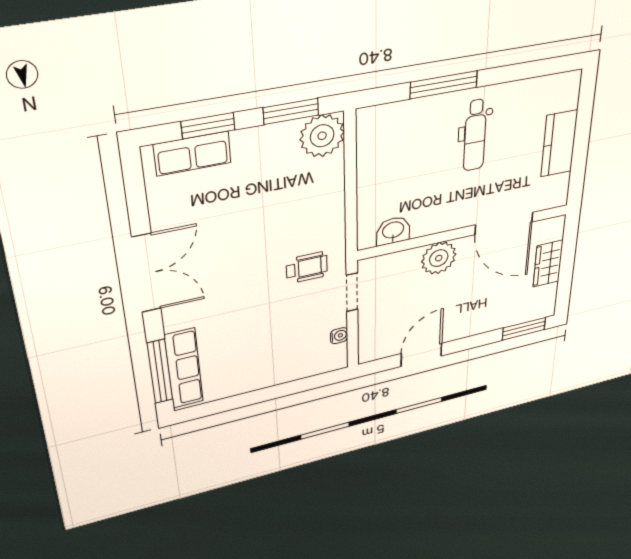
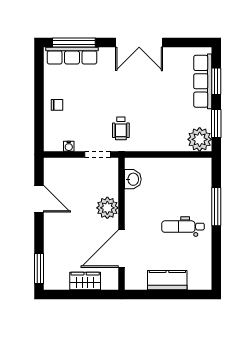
row of seats: (193, 154) -> (203, 81), width x1.48
chair: (271, 368) -> (57, 105), added

